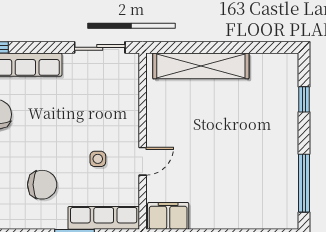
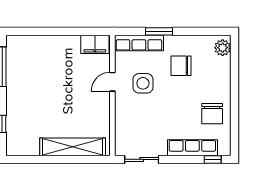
side table: (98, 159) -> (143, 83), width x1.87, depth x1.87

